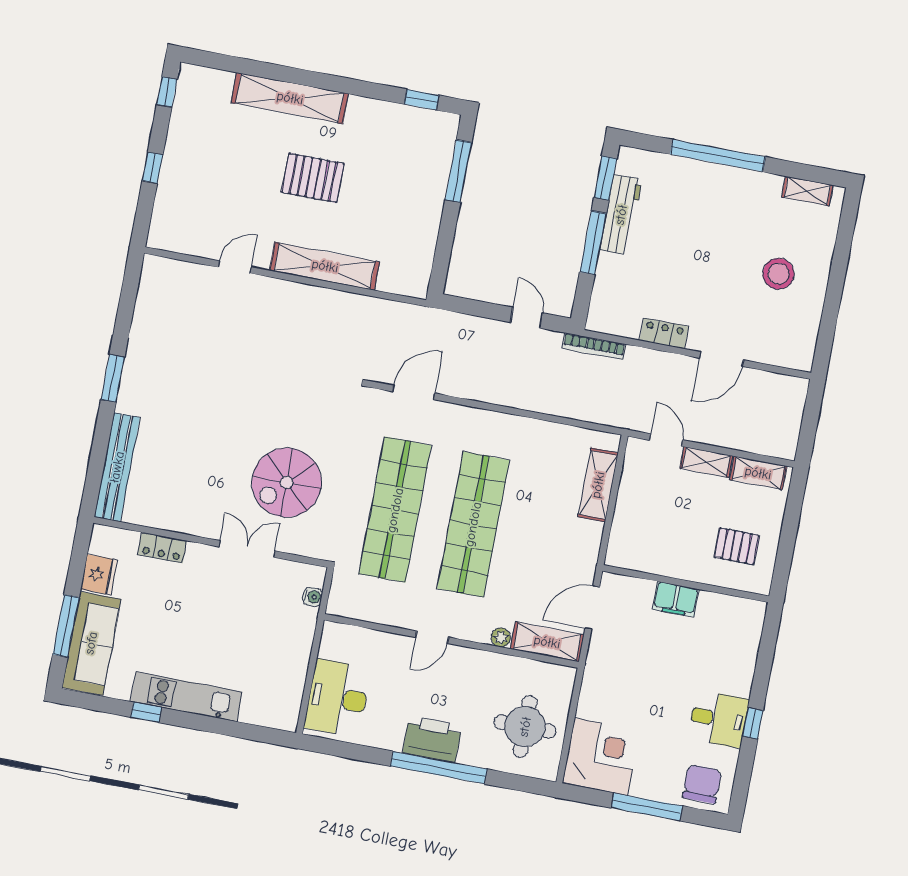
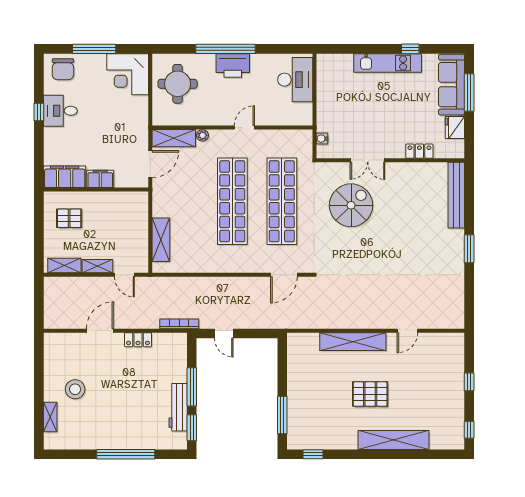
shelving: (807, 191) -> (50, 417), moved, turned 90
filing cabinet: (731, 613) -> (65, 177), added

